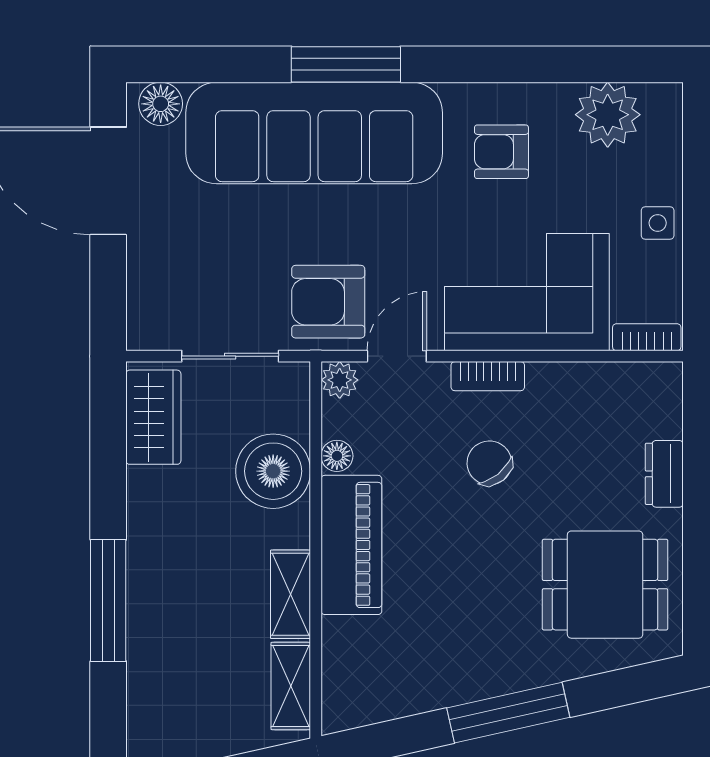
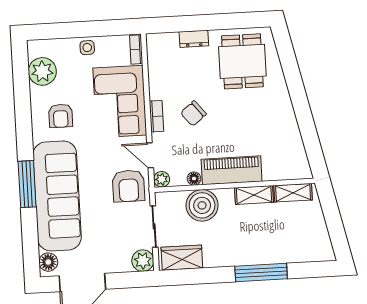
plant: (151, 325) -> (143, 261), added
window: (508, 713) -> (299, 100), removed

